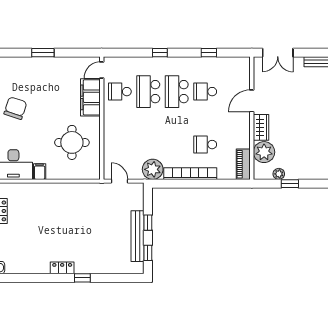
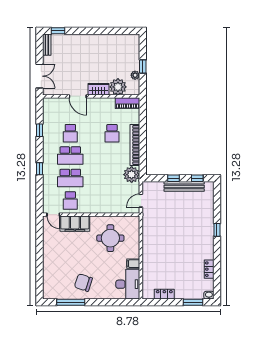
window: (43, 53) -> (40, 261), removed
locker: (62, 268) -> (209, 269), moved

